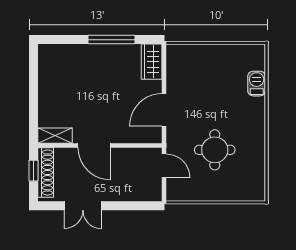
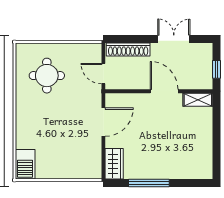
barbecue: (257, 84) -> (25, 164), moved, width x1.38, depth x1.27
round table: (215, 150) -> (47, 76), moved
shoe rack: (46, 172) -> (128, 49), moved, turned -90

